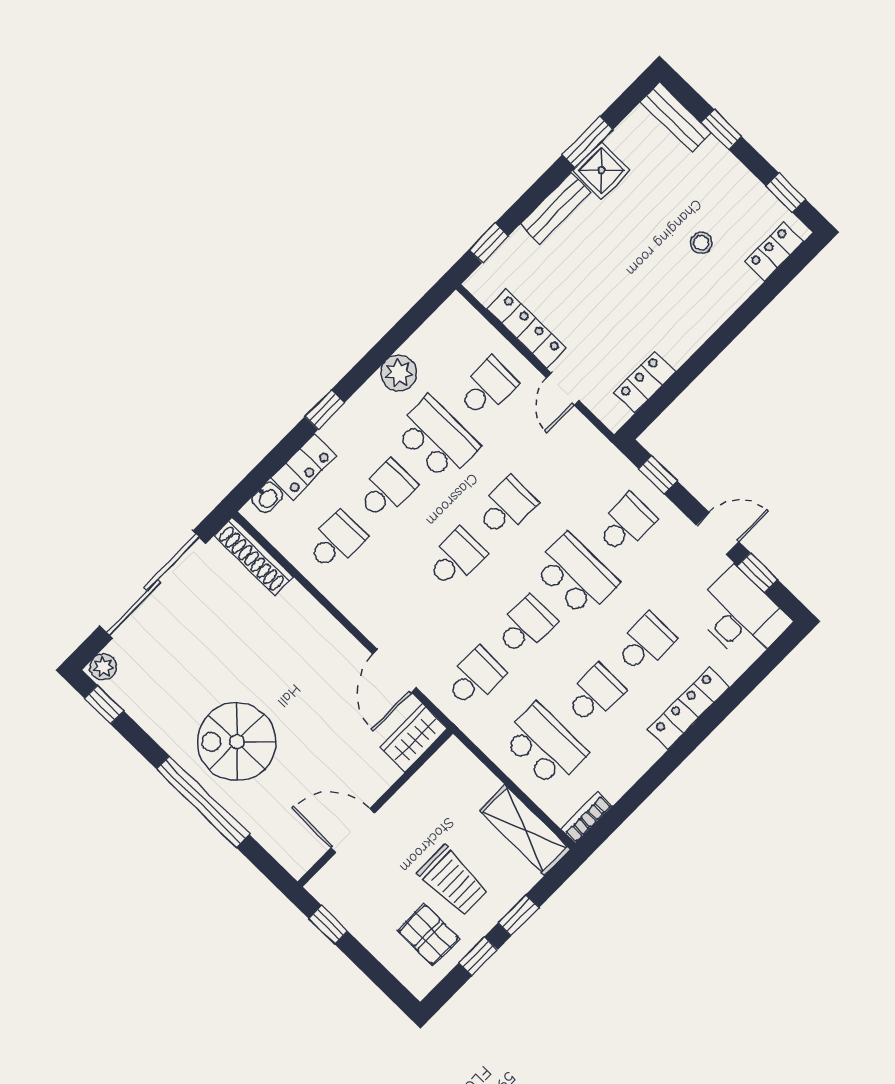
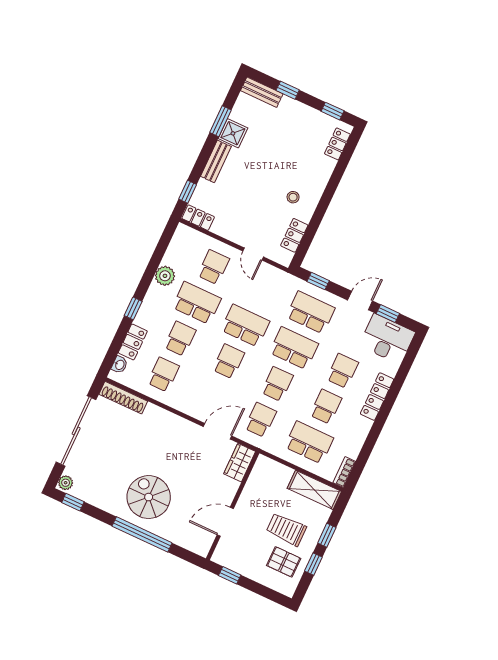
stool: (701, 243) -> (293, 197), moved
locker: (527, 329) -> (198, 218), moved, width x0.66
school desk: (506, 507) -> (245, 326), width x1.85
school desk: (626, 524) -> (311, 312), width x1.85
door: (395, 671) -> (218, 431), swing flipped
spiral stairs: (237, 742) -> (149, 497), turned 90
trolley: (453, 881) -> (286, 529), turned 180

